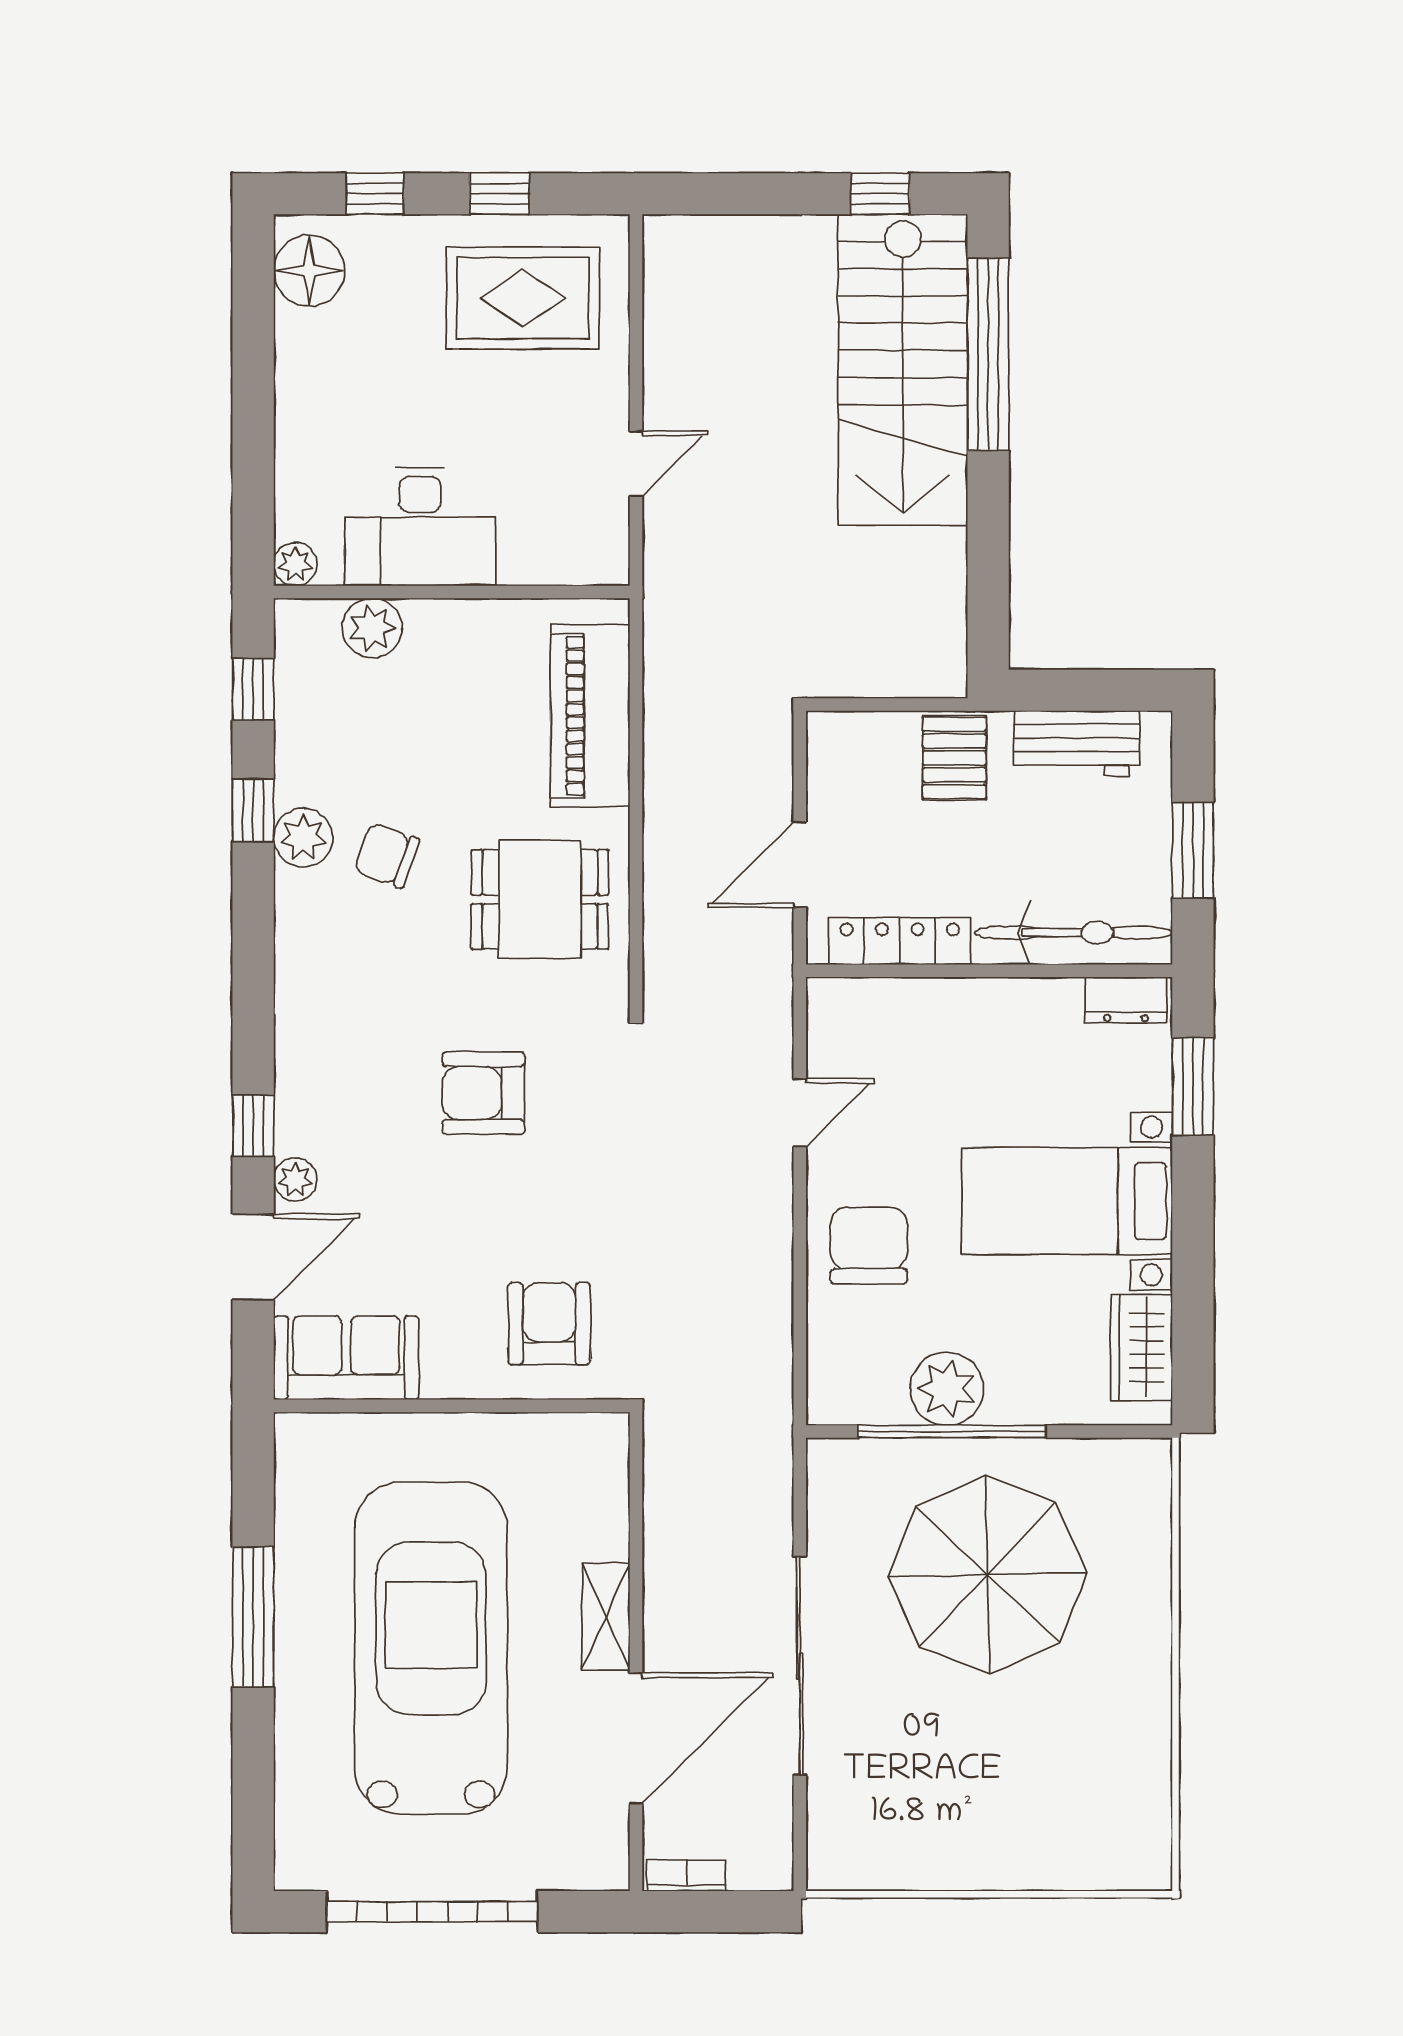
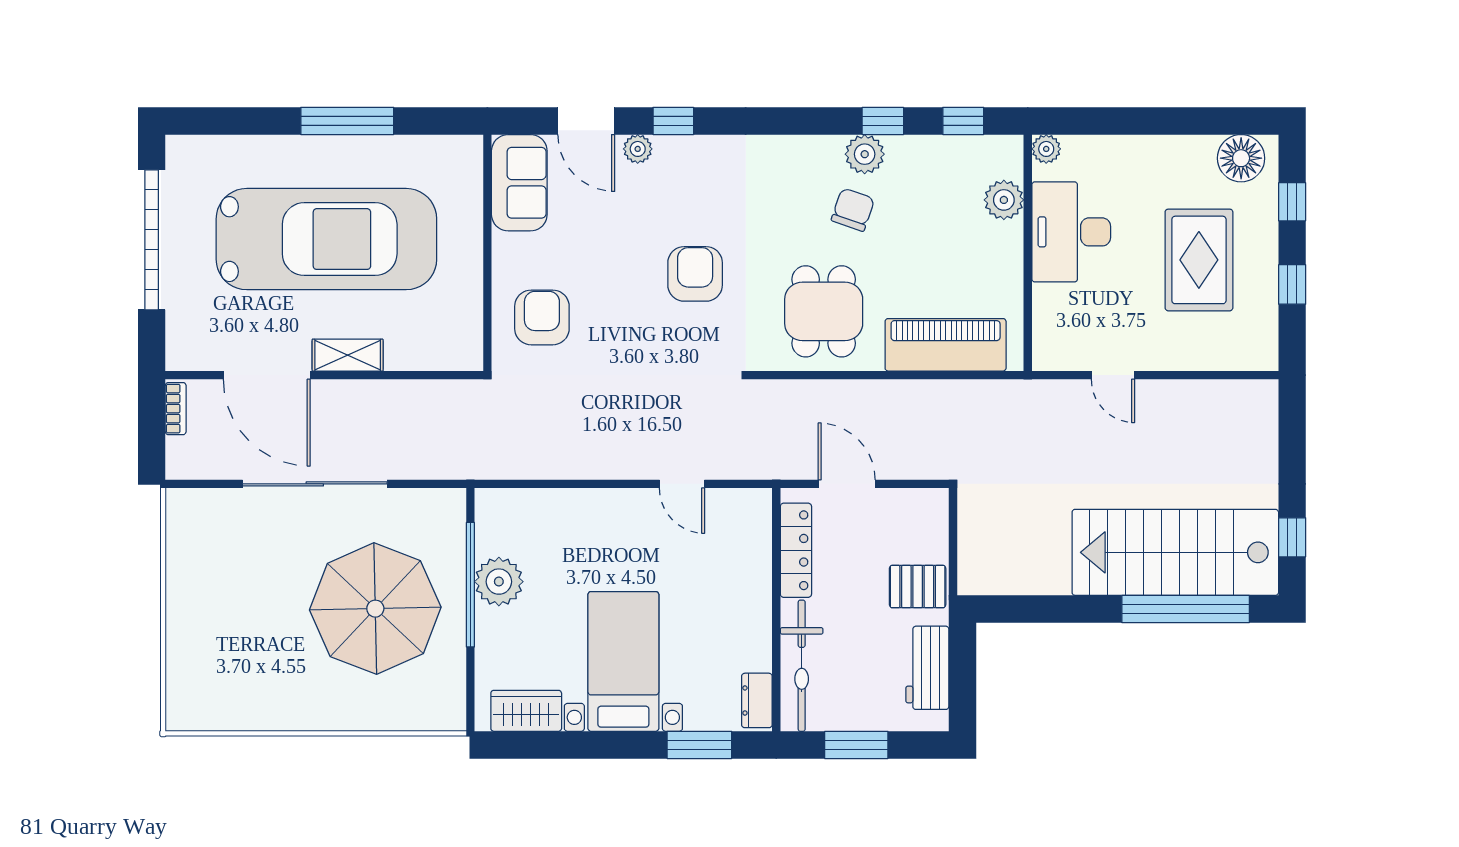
rug: (523, 298) -> (1199, 260), moved
chair: (869, 1245) -> (594, 530), removed
armchair: (549, 1324) -> (542, 317), turned -90

